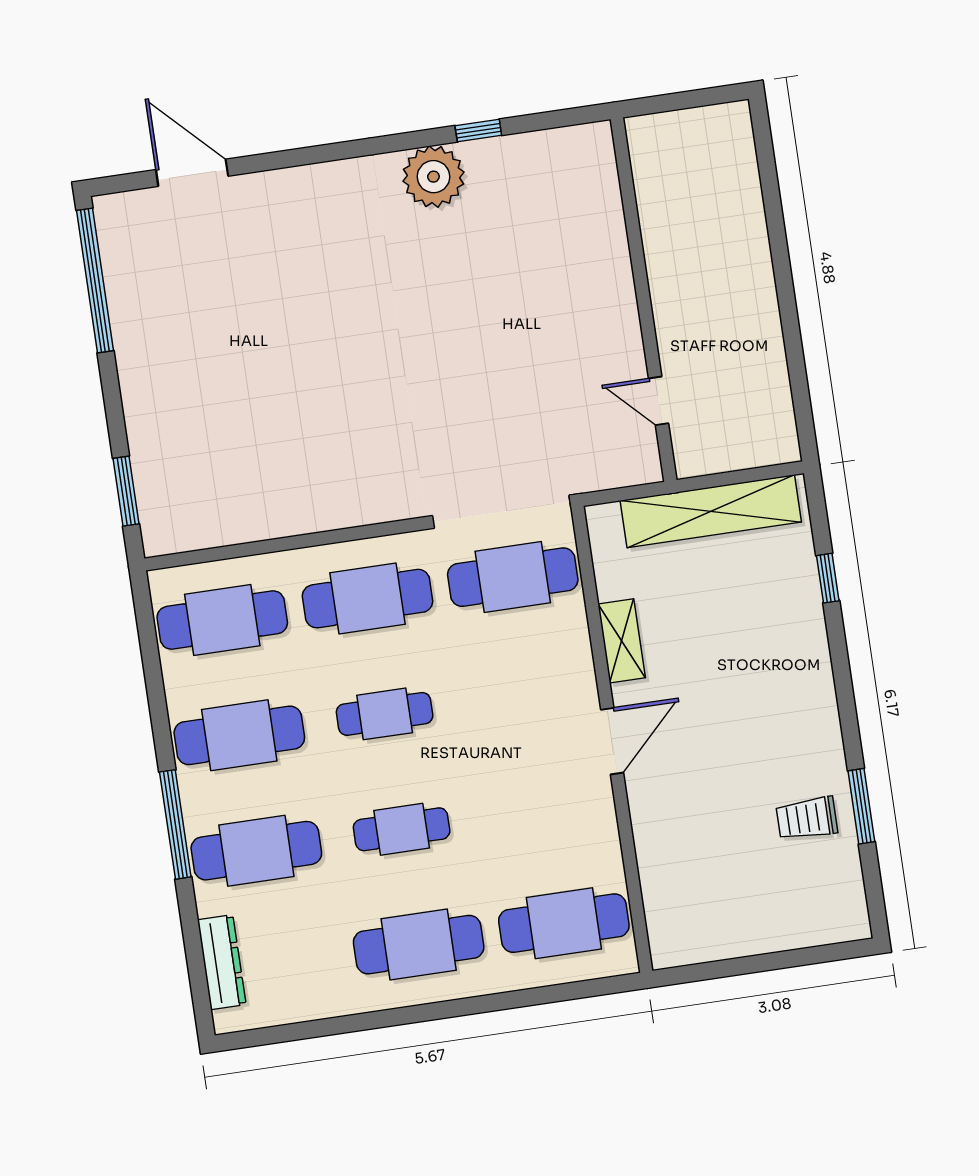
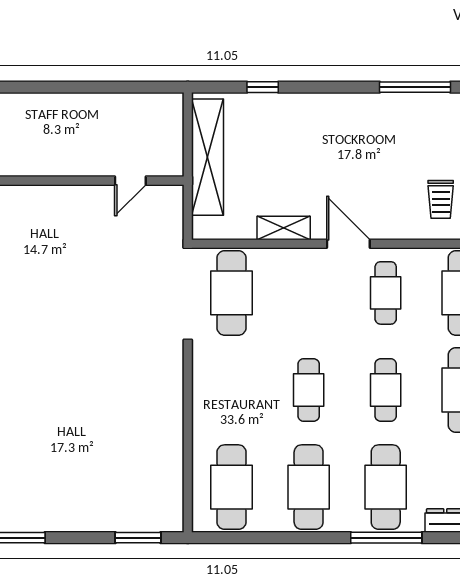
cafe table: (368, 599) -> (386, 293), moved, width x0.73, depth x0.74
window: (861, 806) -> (415, 87), width x1.44
trolley: (807, 818) -> (441, 199), moved
window: (175, 824) -> (386, 538), moved

